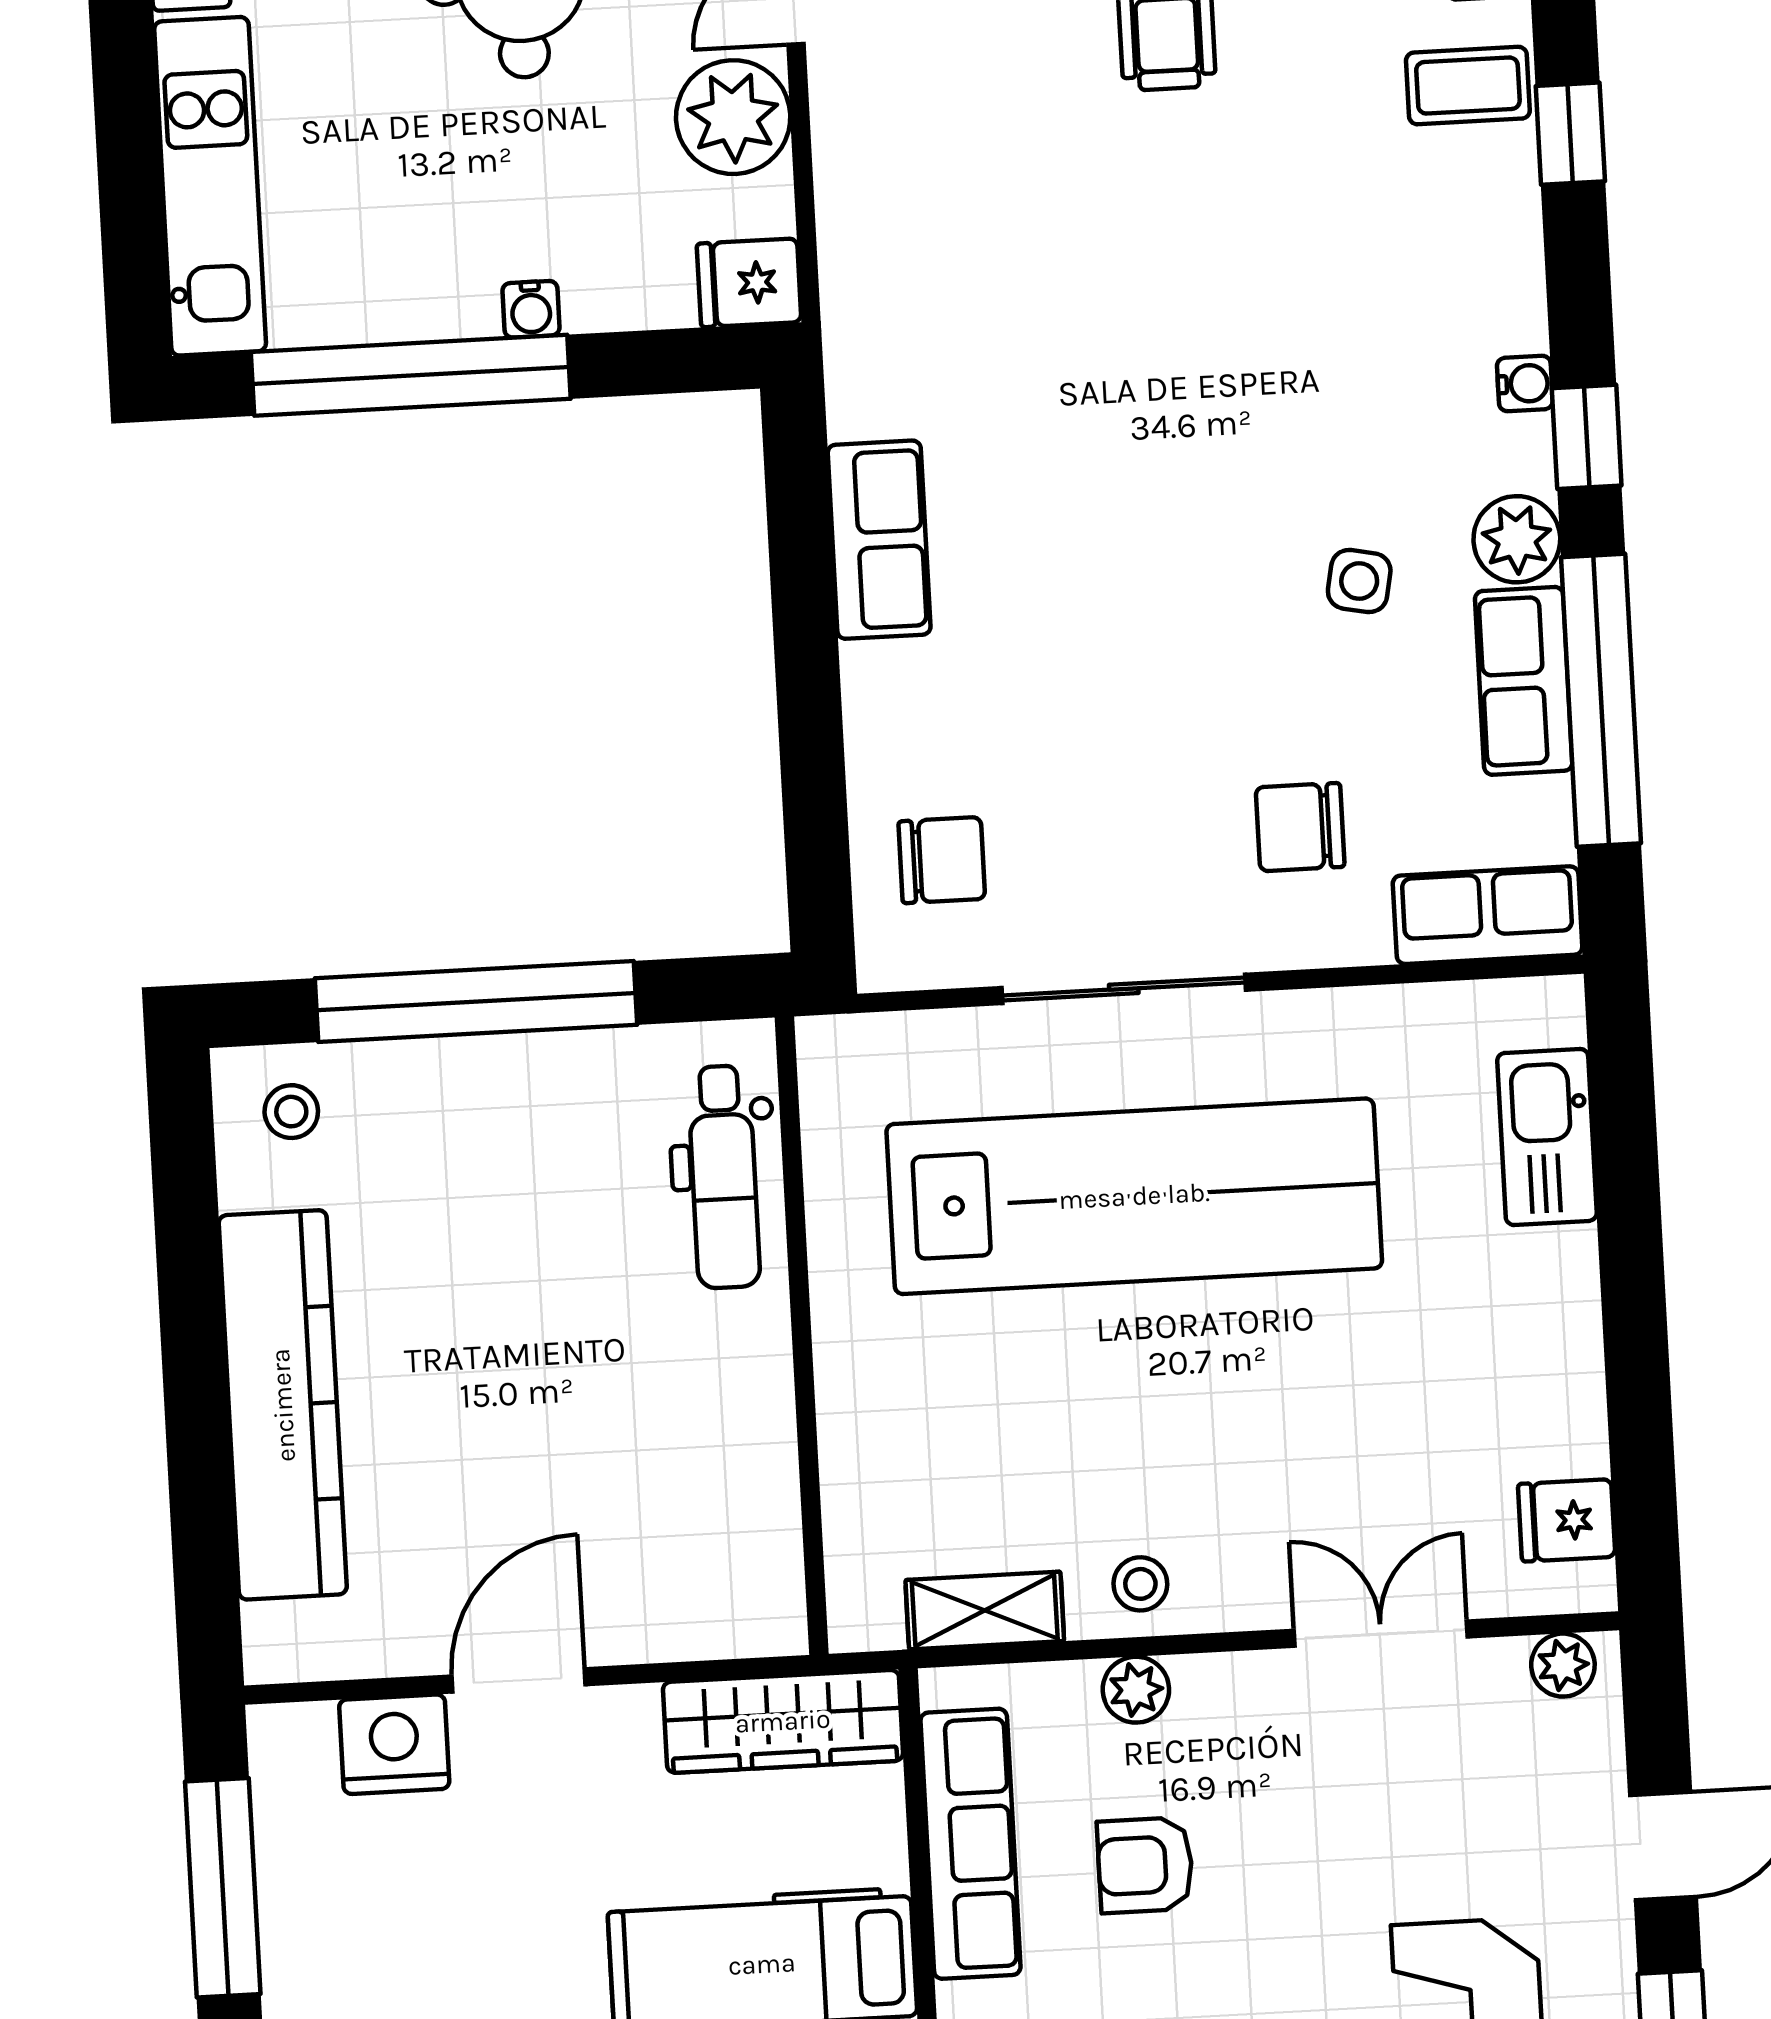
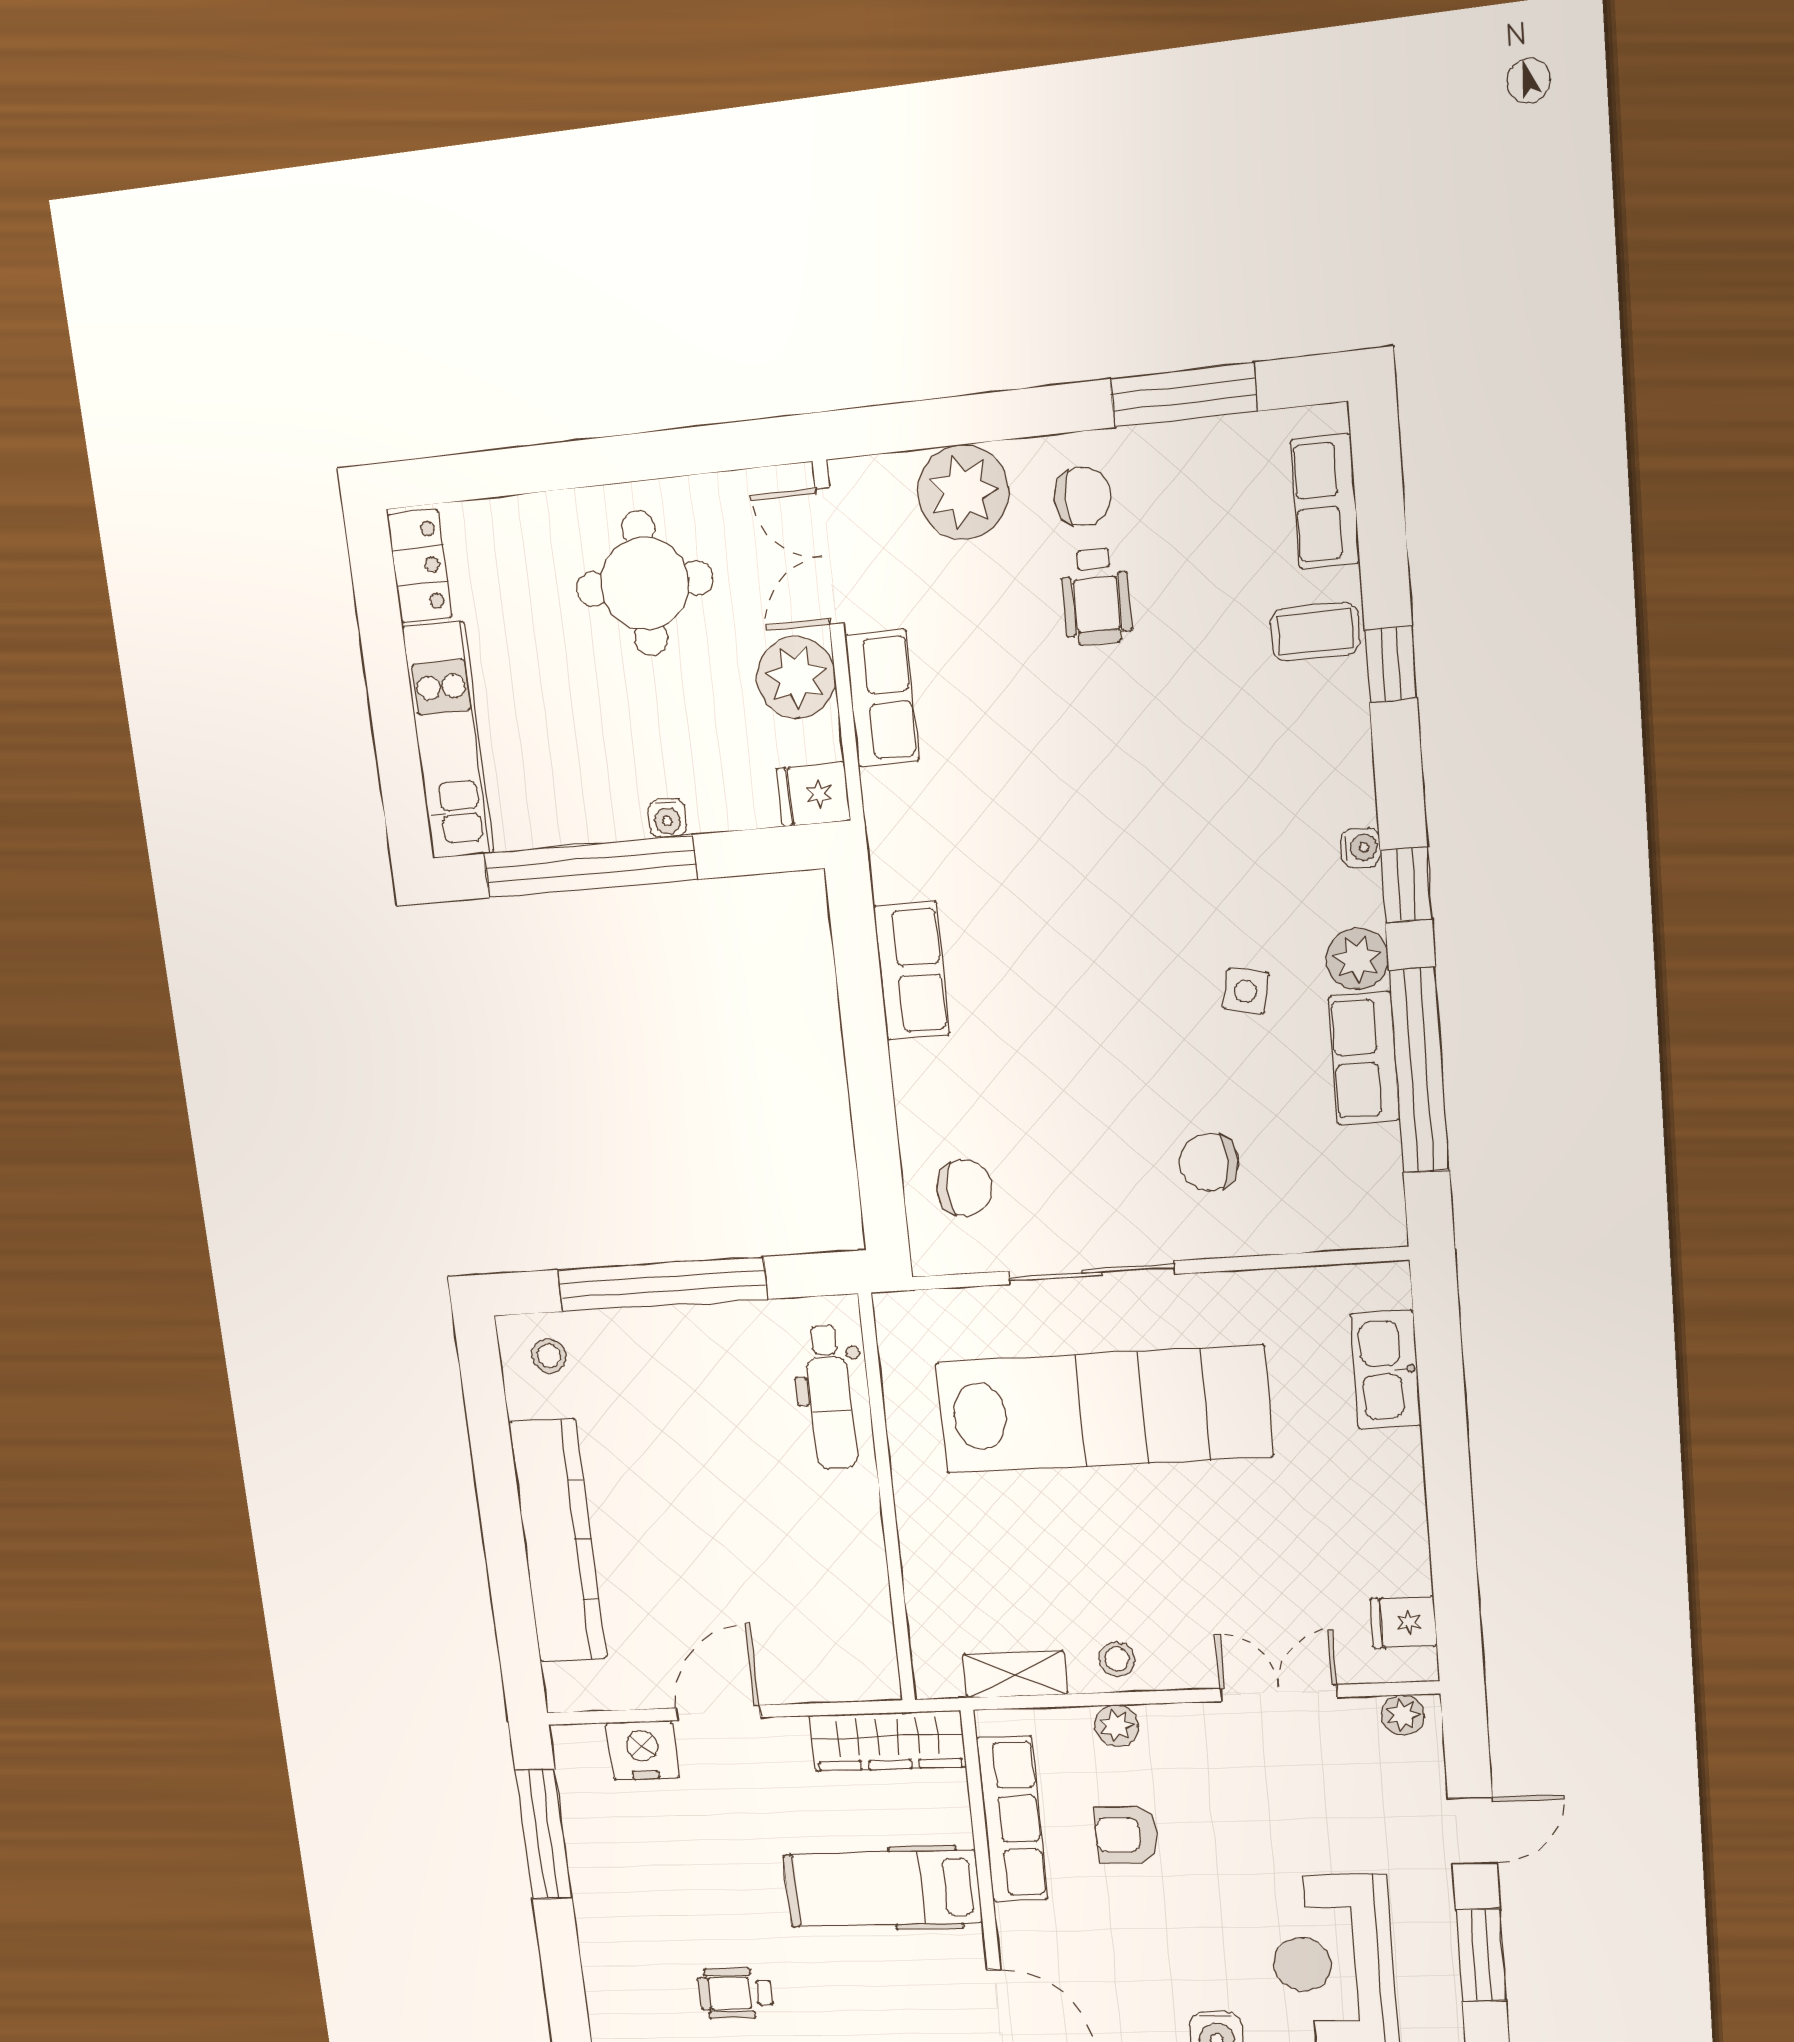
row of seats: (1488, 915) -> (882, 698), moved, turned 90

